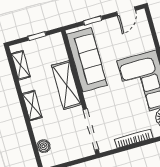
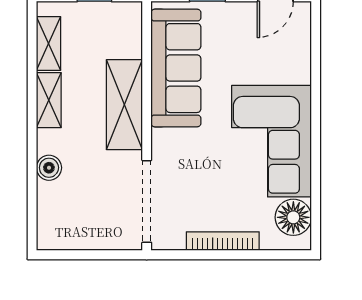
shelving: (32, 106) -> (49, 100), moved
boiler: (44, 146) -> (49, 168), moved

